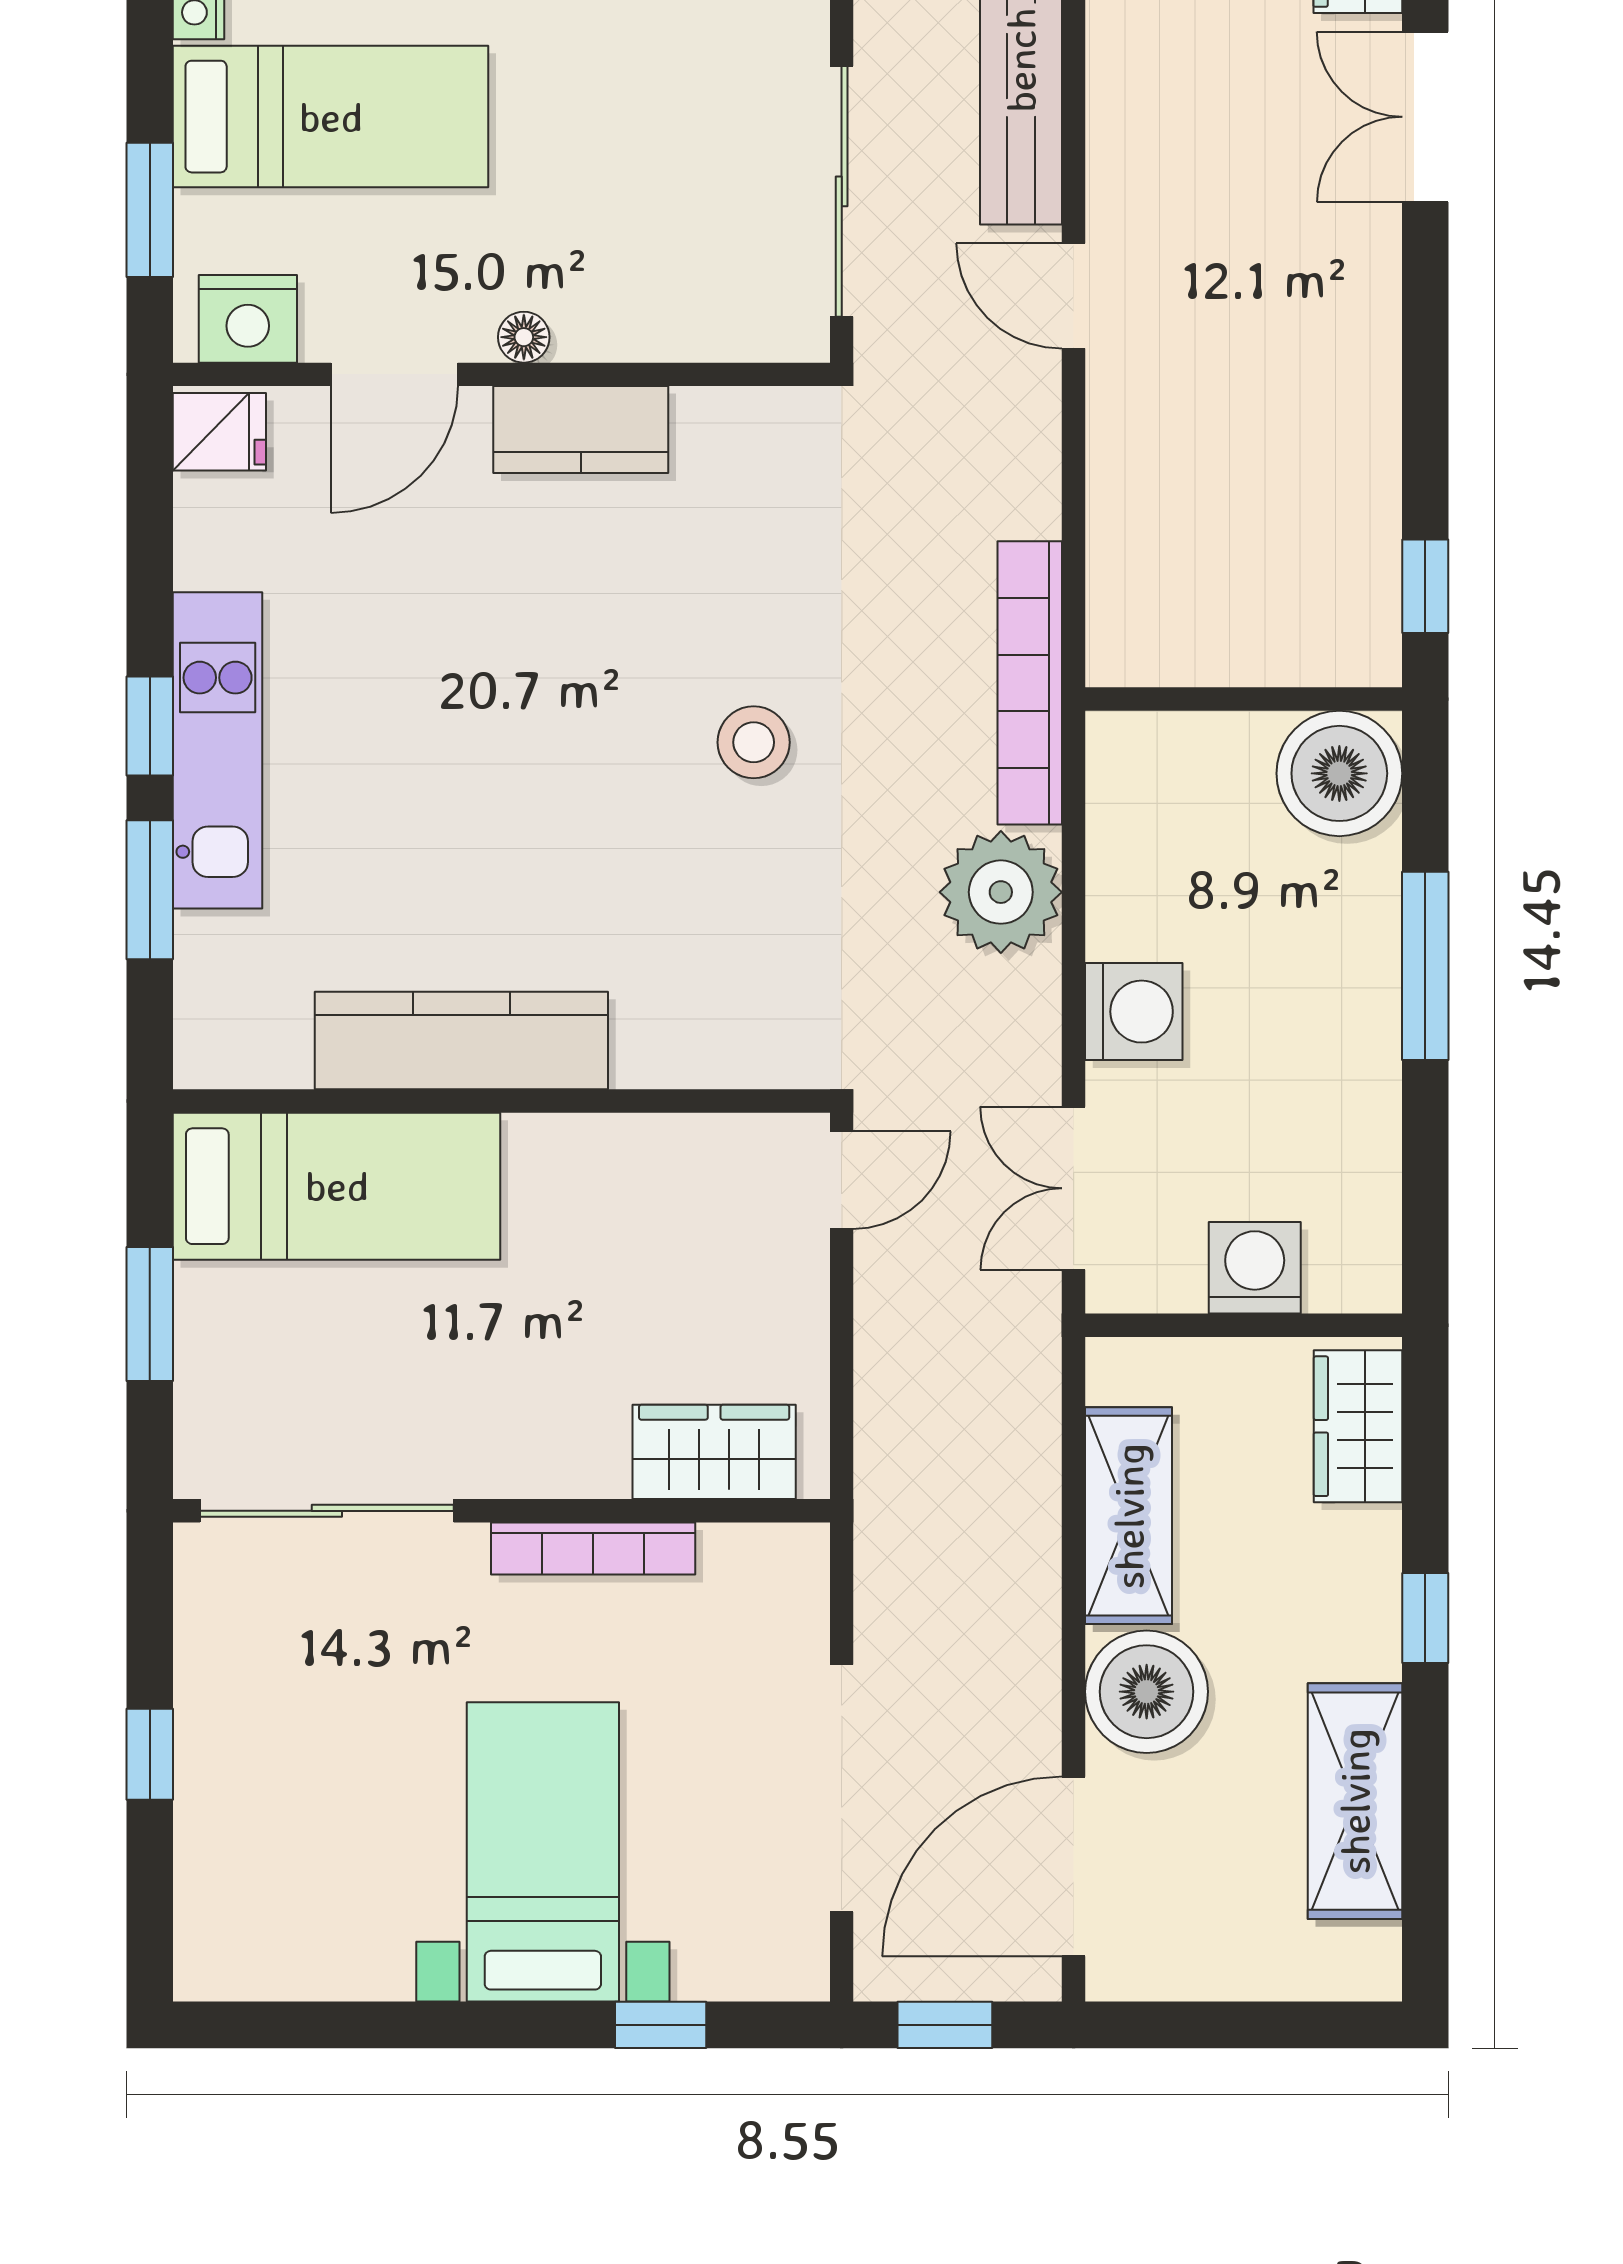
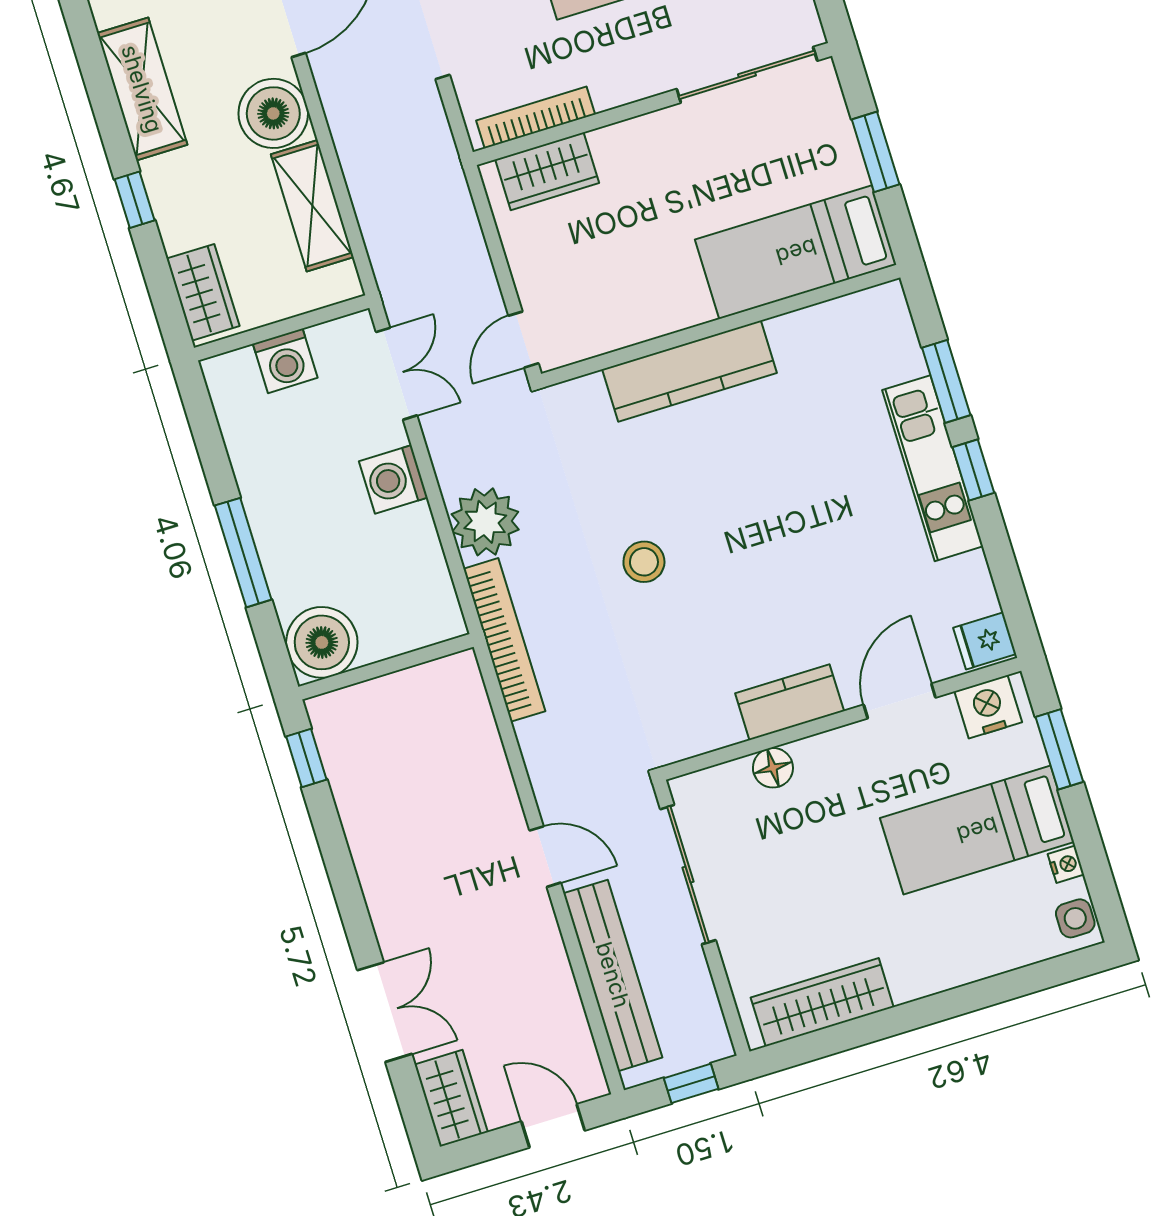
floor lamp: (524, 337) -> (773, 768), moved, width x1.37, depth x1.37
kitchen counter: (461, 1041) -> (689, 371), moved
bookcase: (593, 1548) -> (536, 118), moved

